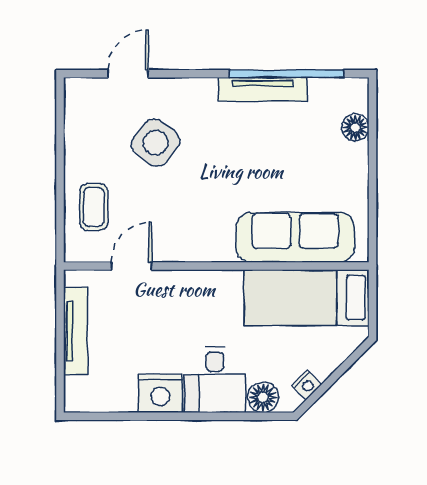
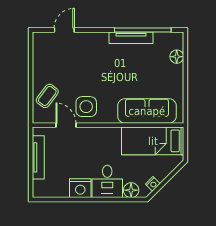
side table: (156, 143) -> (86, 107), moved, turned -37
coffee table: (94, 207) -> (47, 96), turned 37
door: (131, 266) -> (66, 125), hinge flipped

